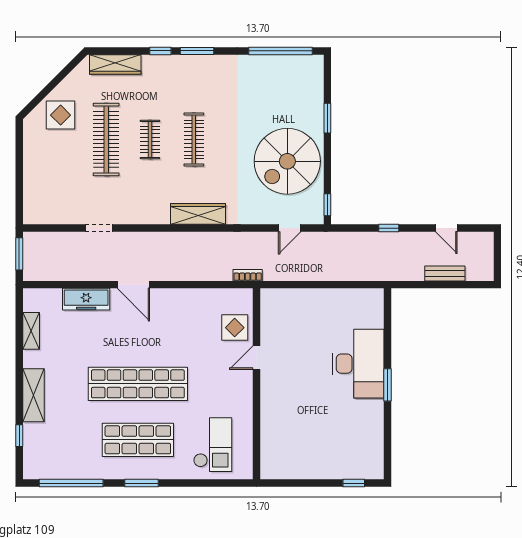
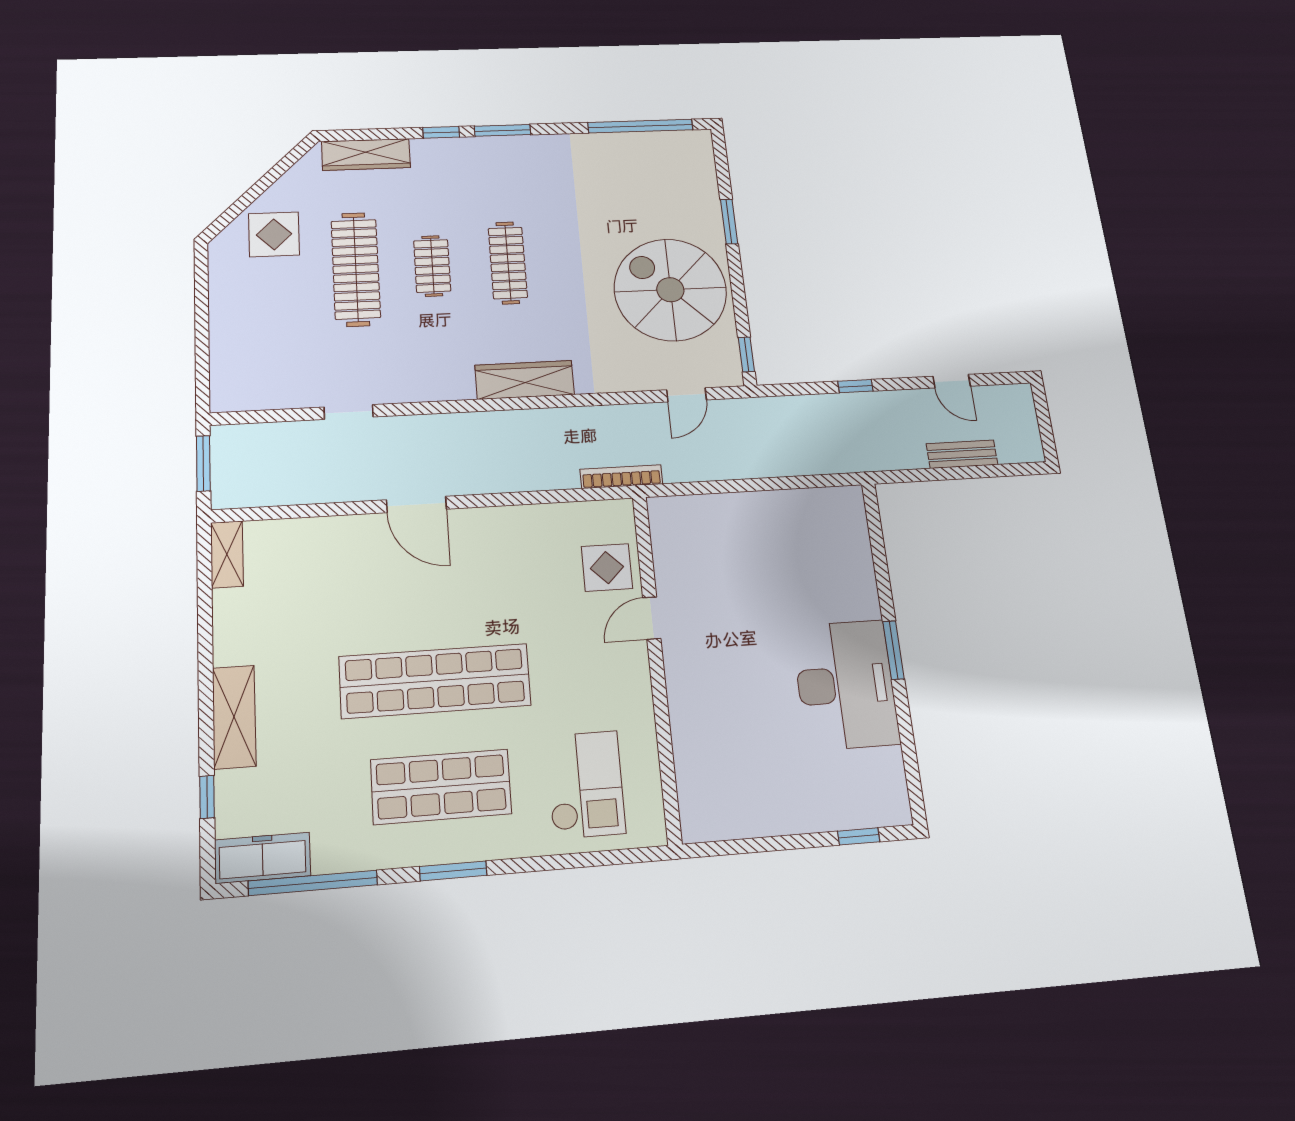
spiral stairs: (287, 161) -> (670, 290), turned 90
bookcase: (248, 275) -> (621, 477), width x1.56
freezer: (86, 299) -> (263, 858), moved, turned 180
shelving: (31, 331) -> (227, 554), moved
desk: (358, 364) -> (845, 685), moved

